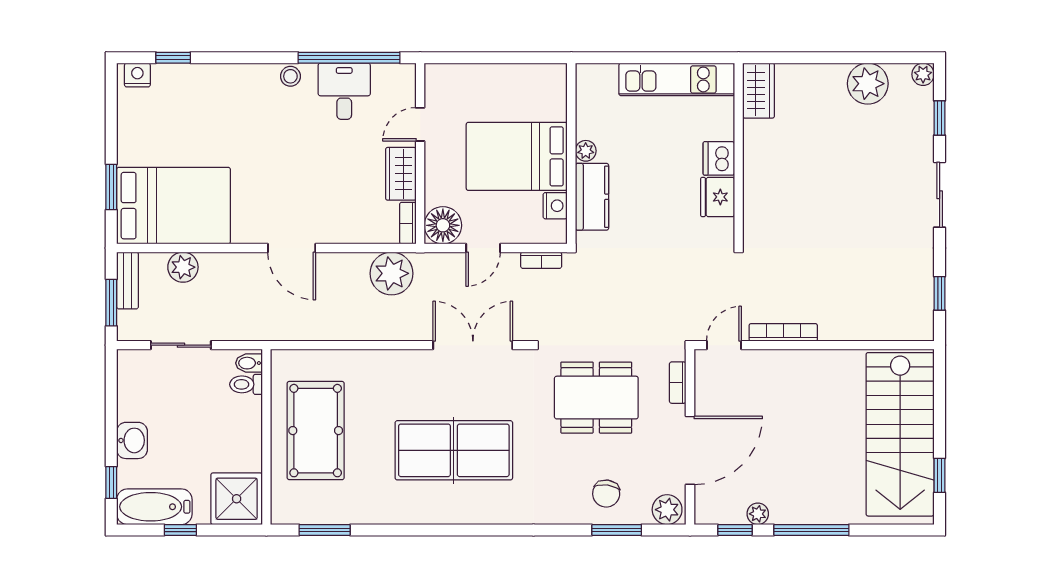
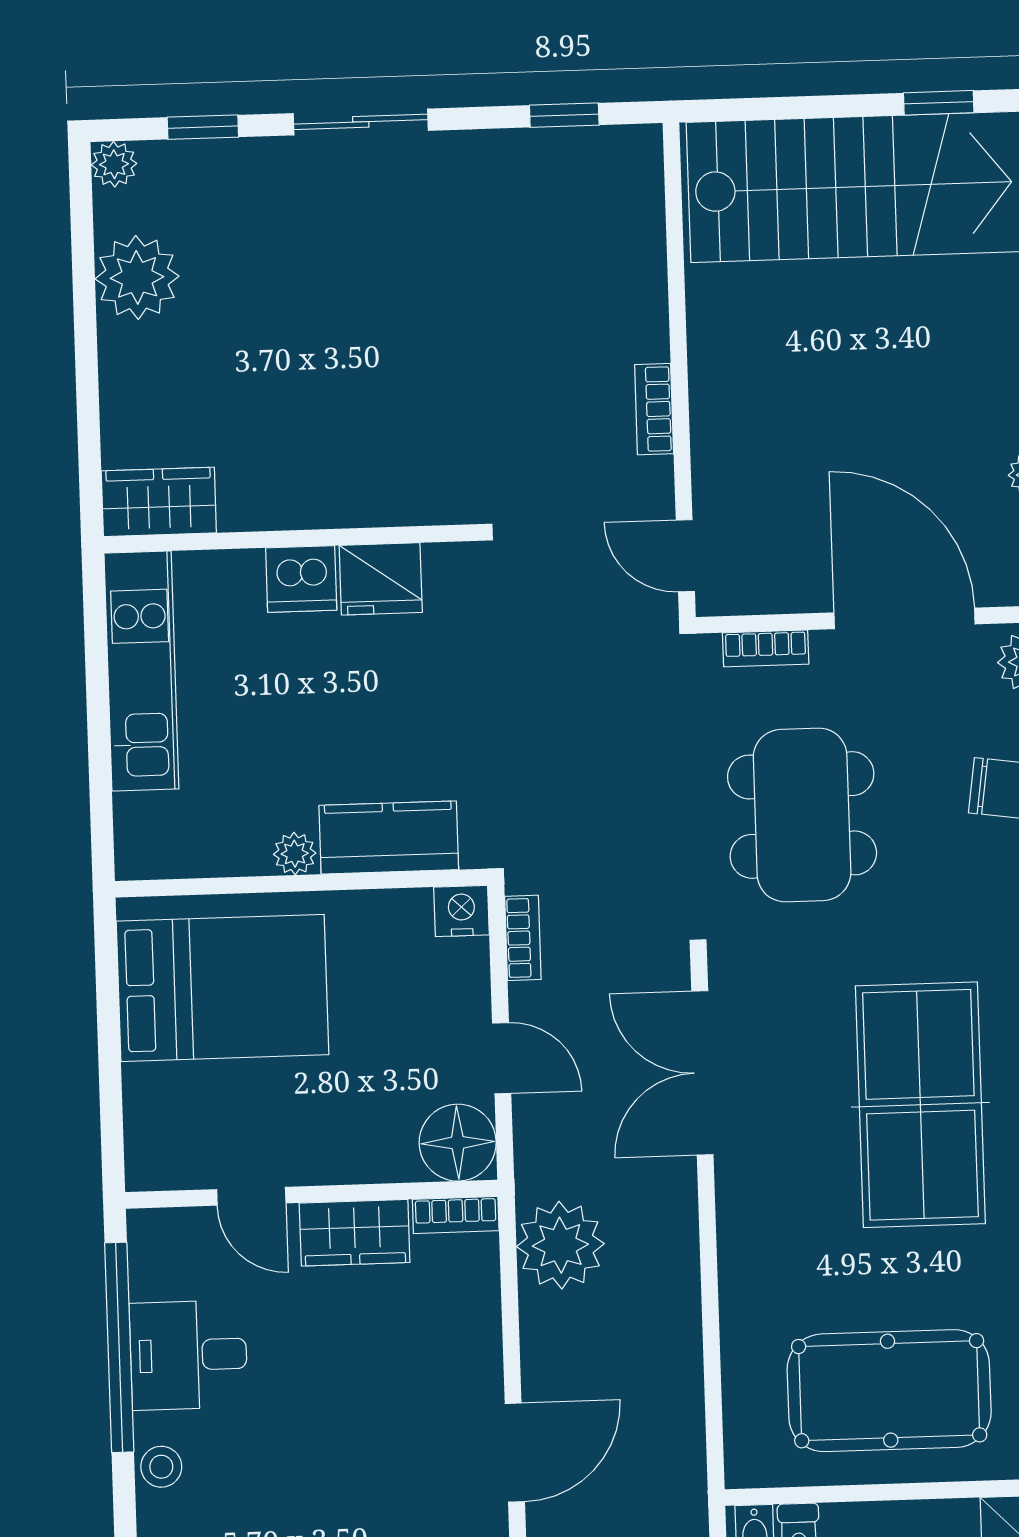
bed: (517, 156) -> (223, 988), moved, turned -90
nightstand: (555, 206) -> (461, 911), moved
bookcase: (783, 332) -> (654, 409), width x0.64

